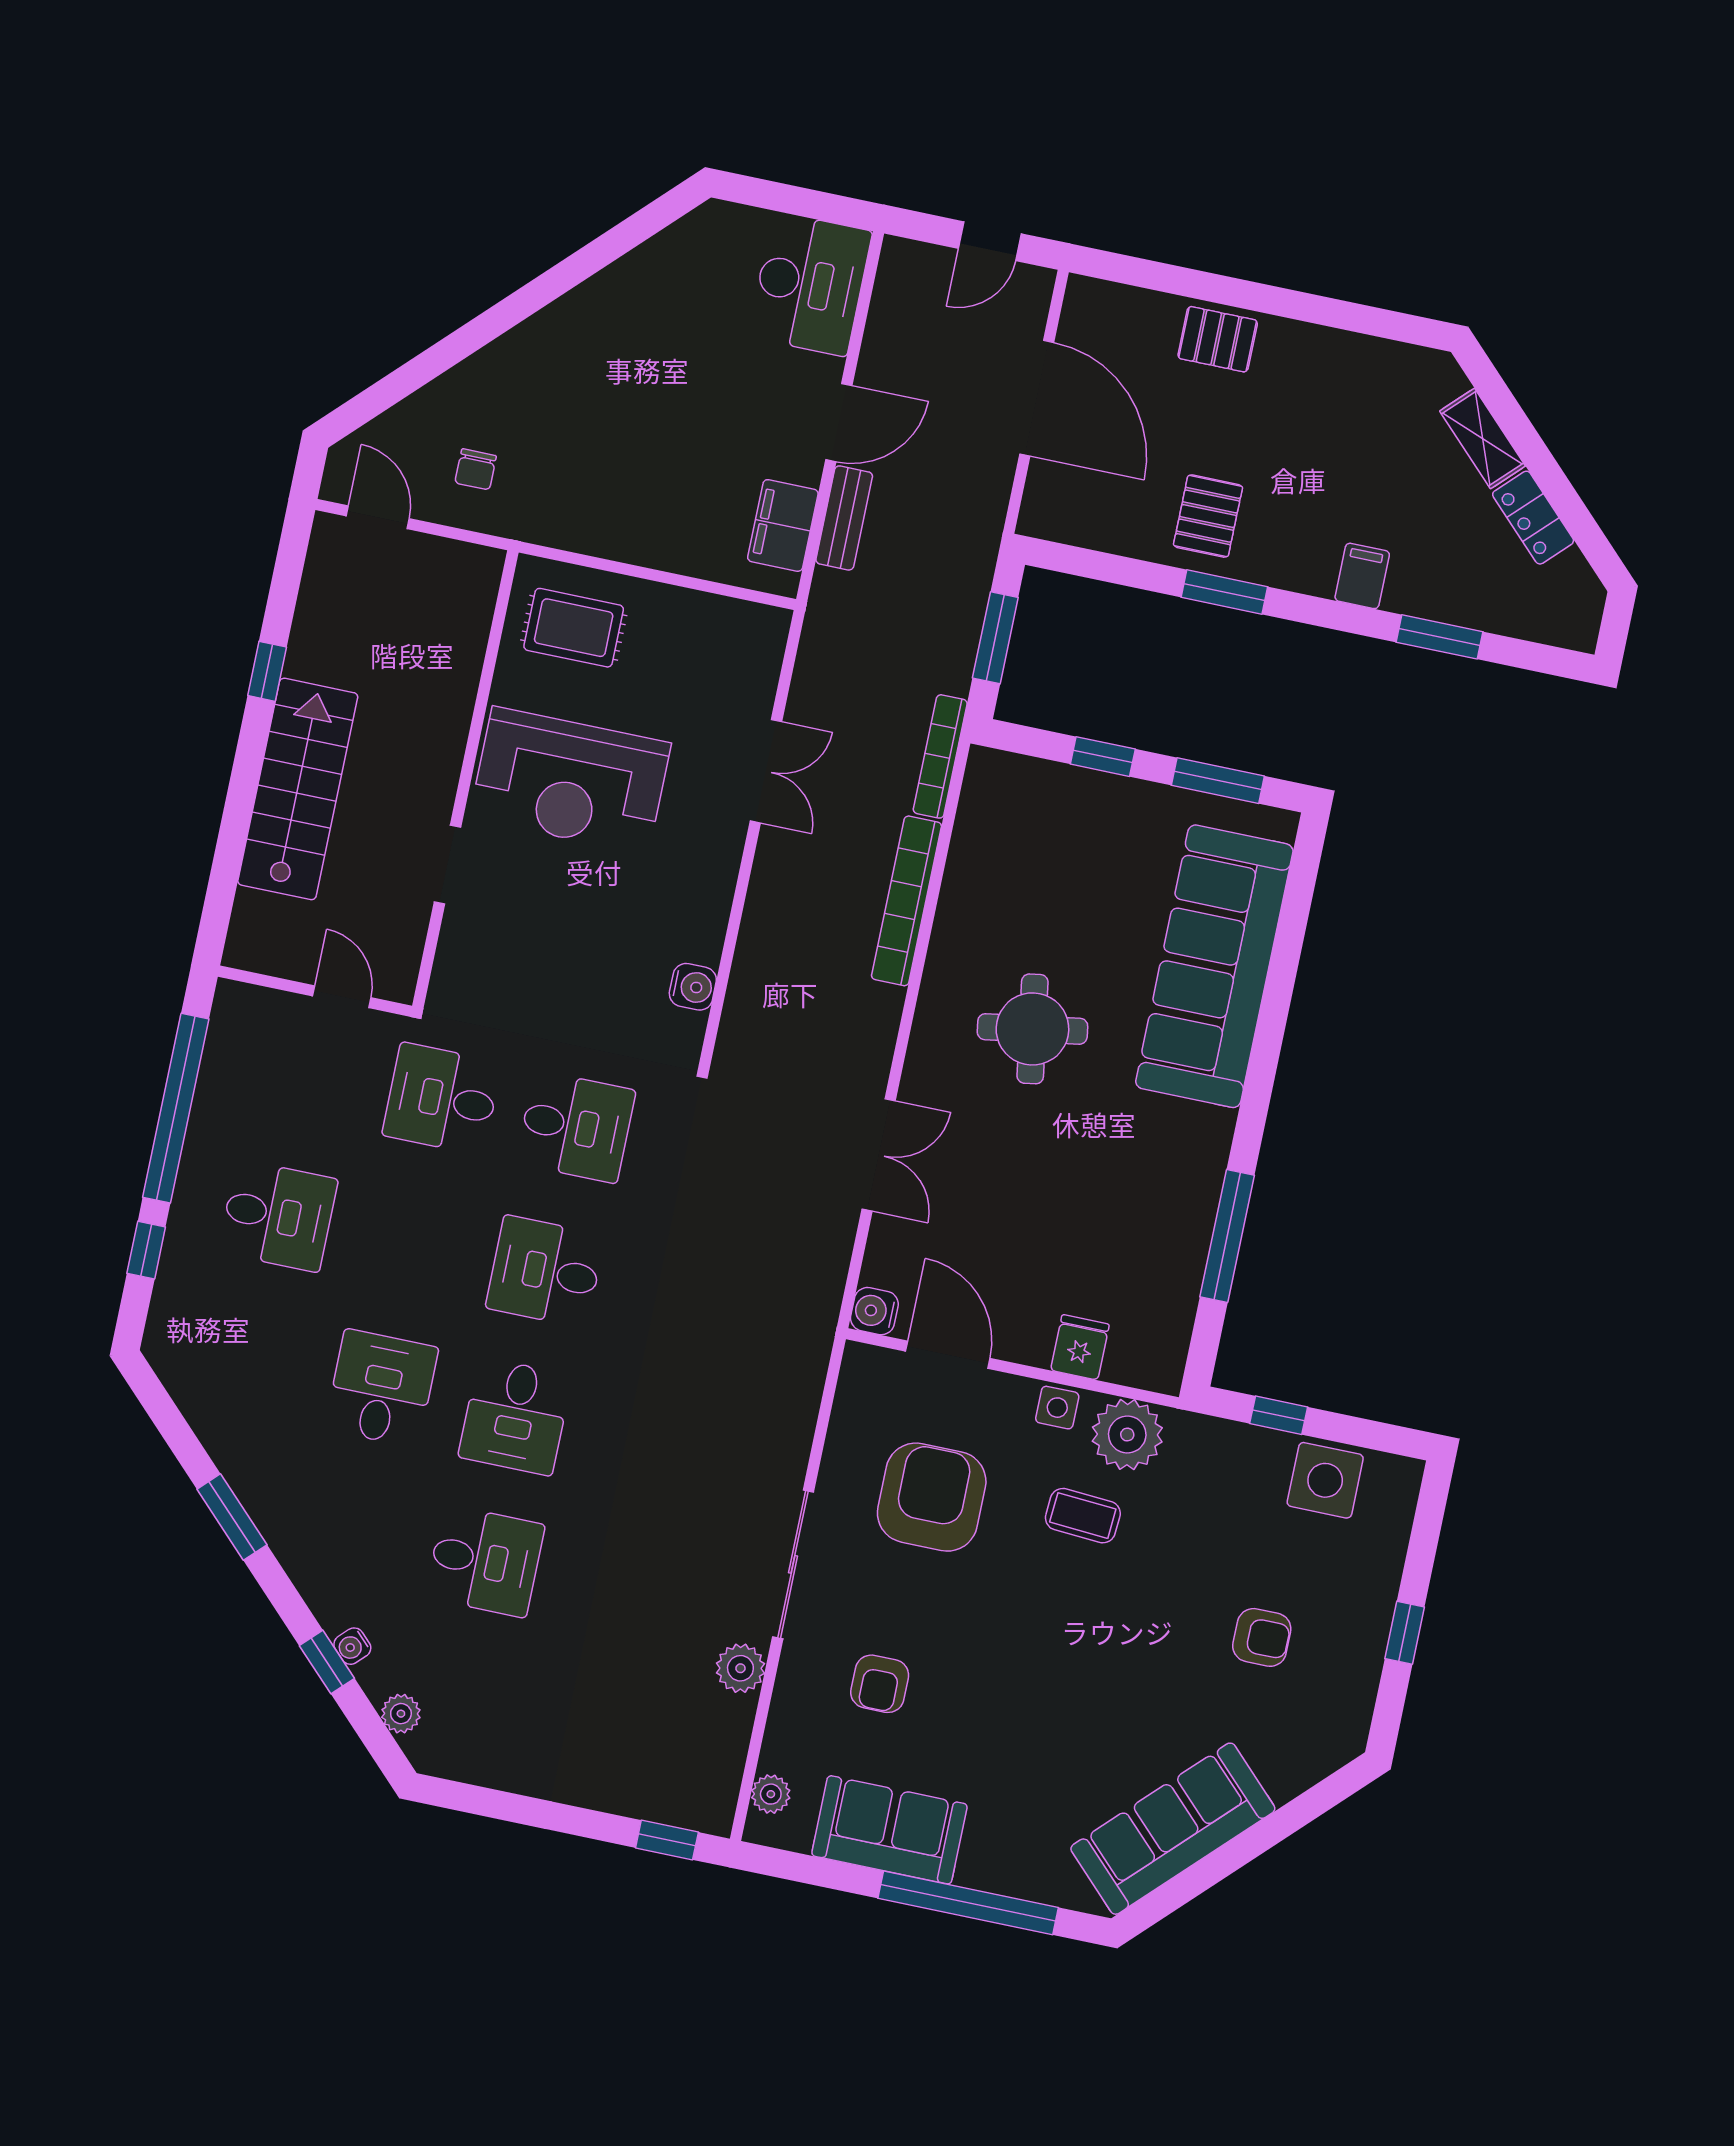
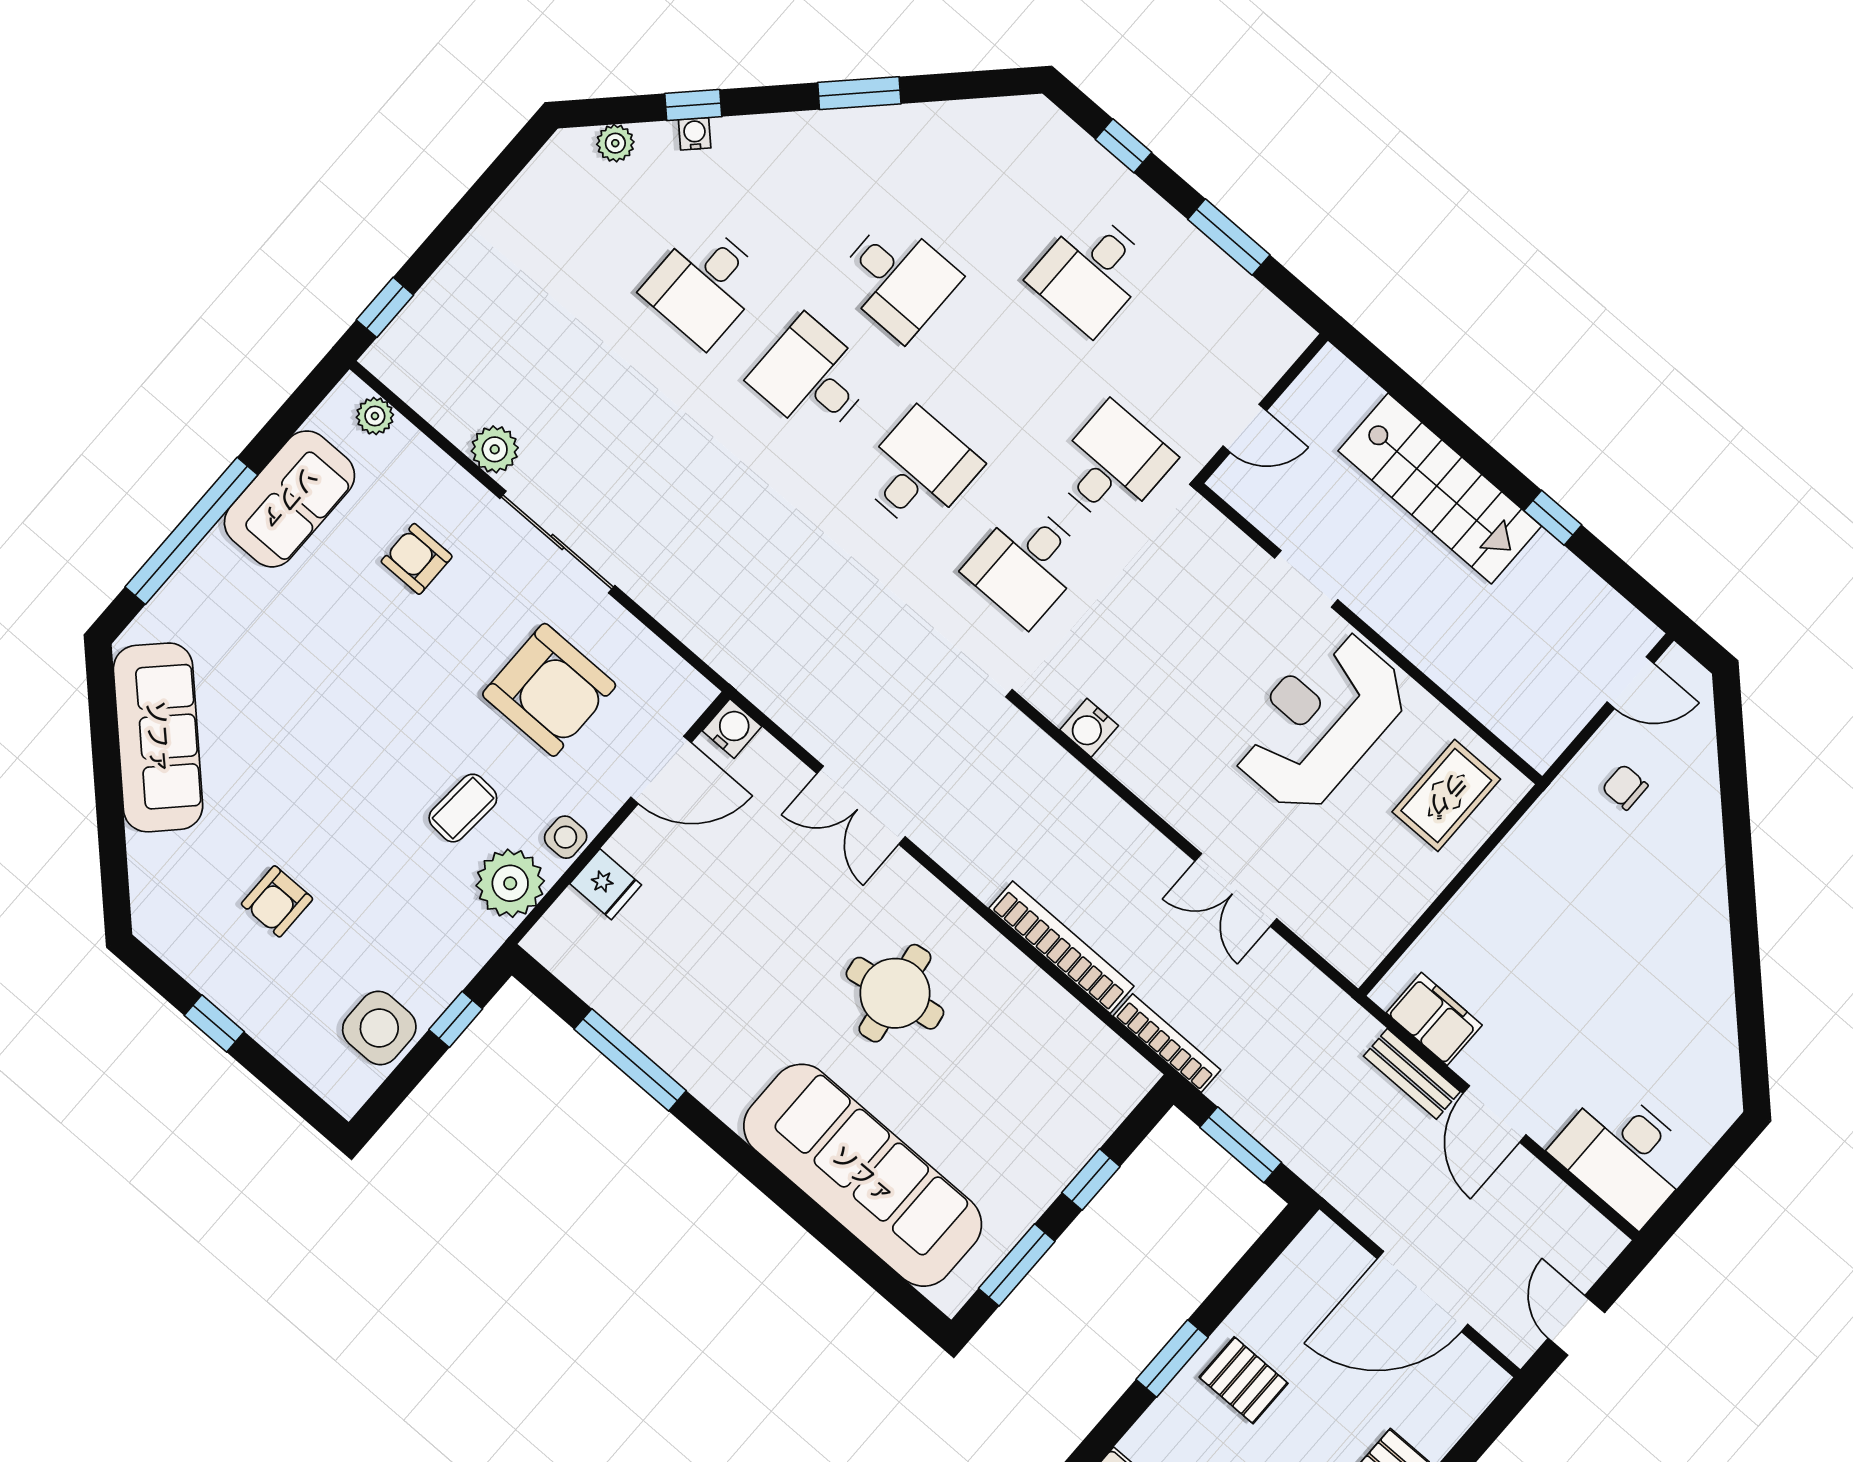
window: (176, 1108) -> (1229, 237), width x0.47

